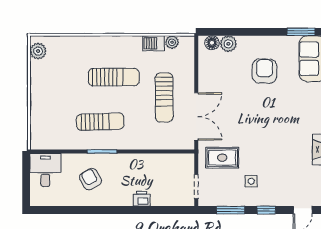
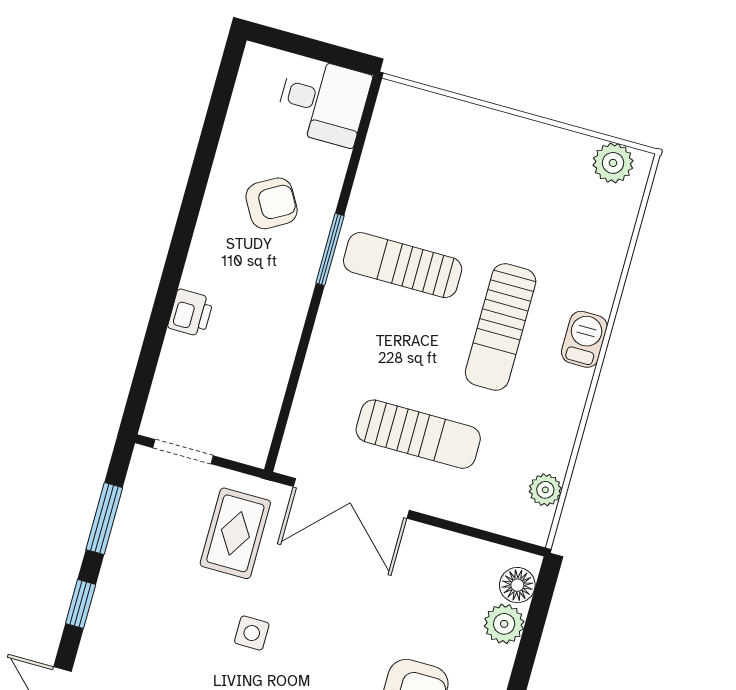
barbecue: (154, 43) -> (584, 339), moved
sun lounger: (164, 97) -> (418, 434), turned 180
sun lounger: (100, 122) -> (403, 265), turned 92
side table: (251, 181) -> (252, 633), moved

